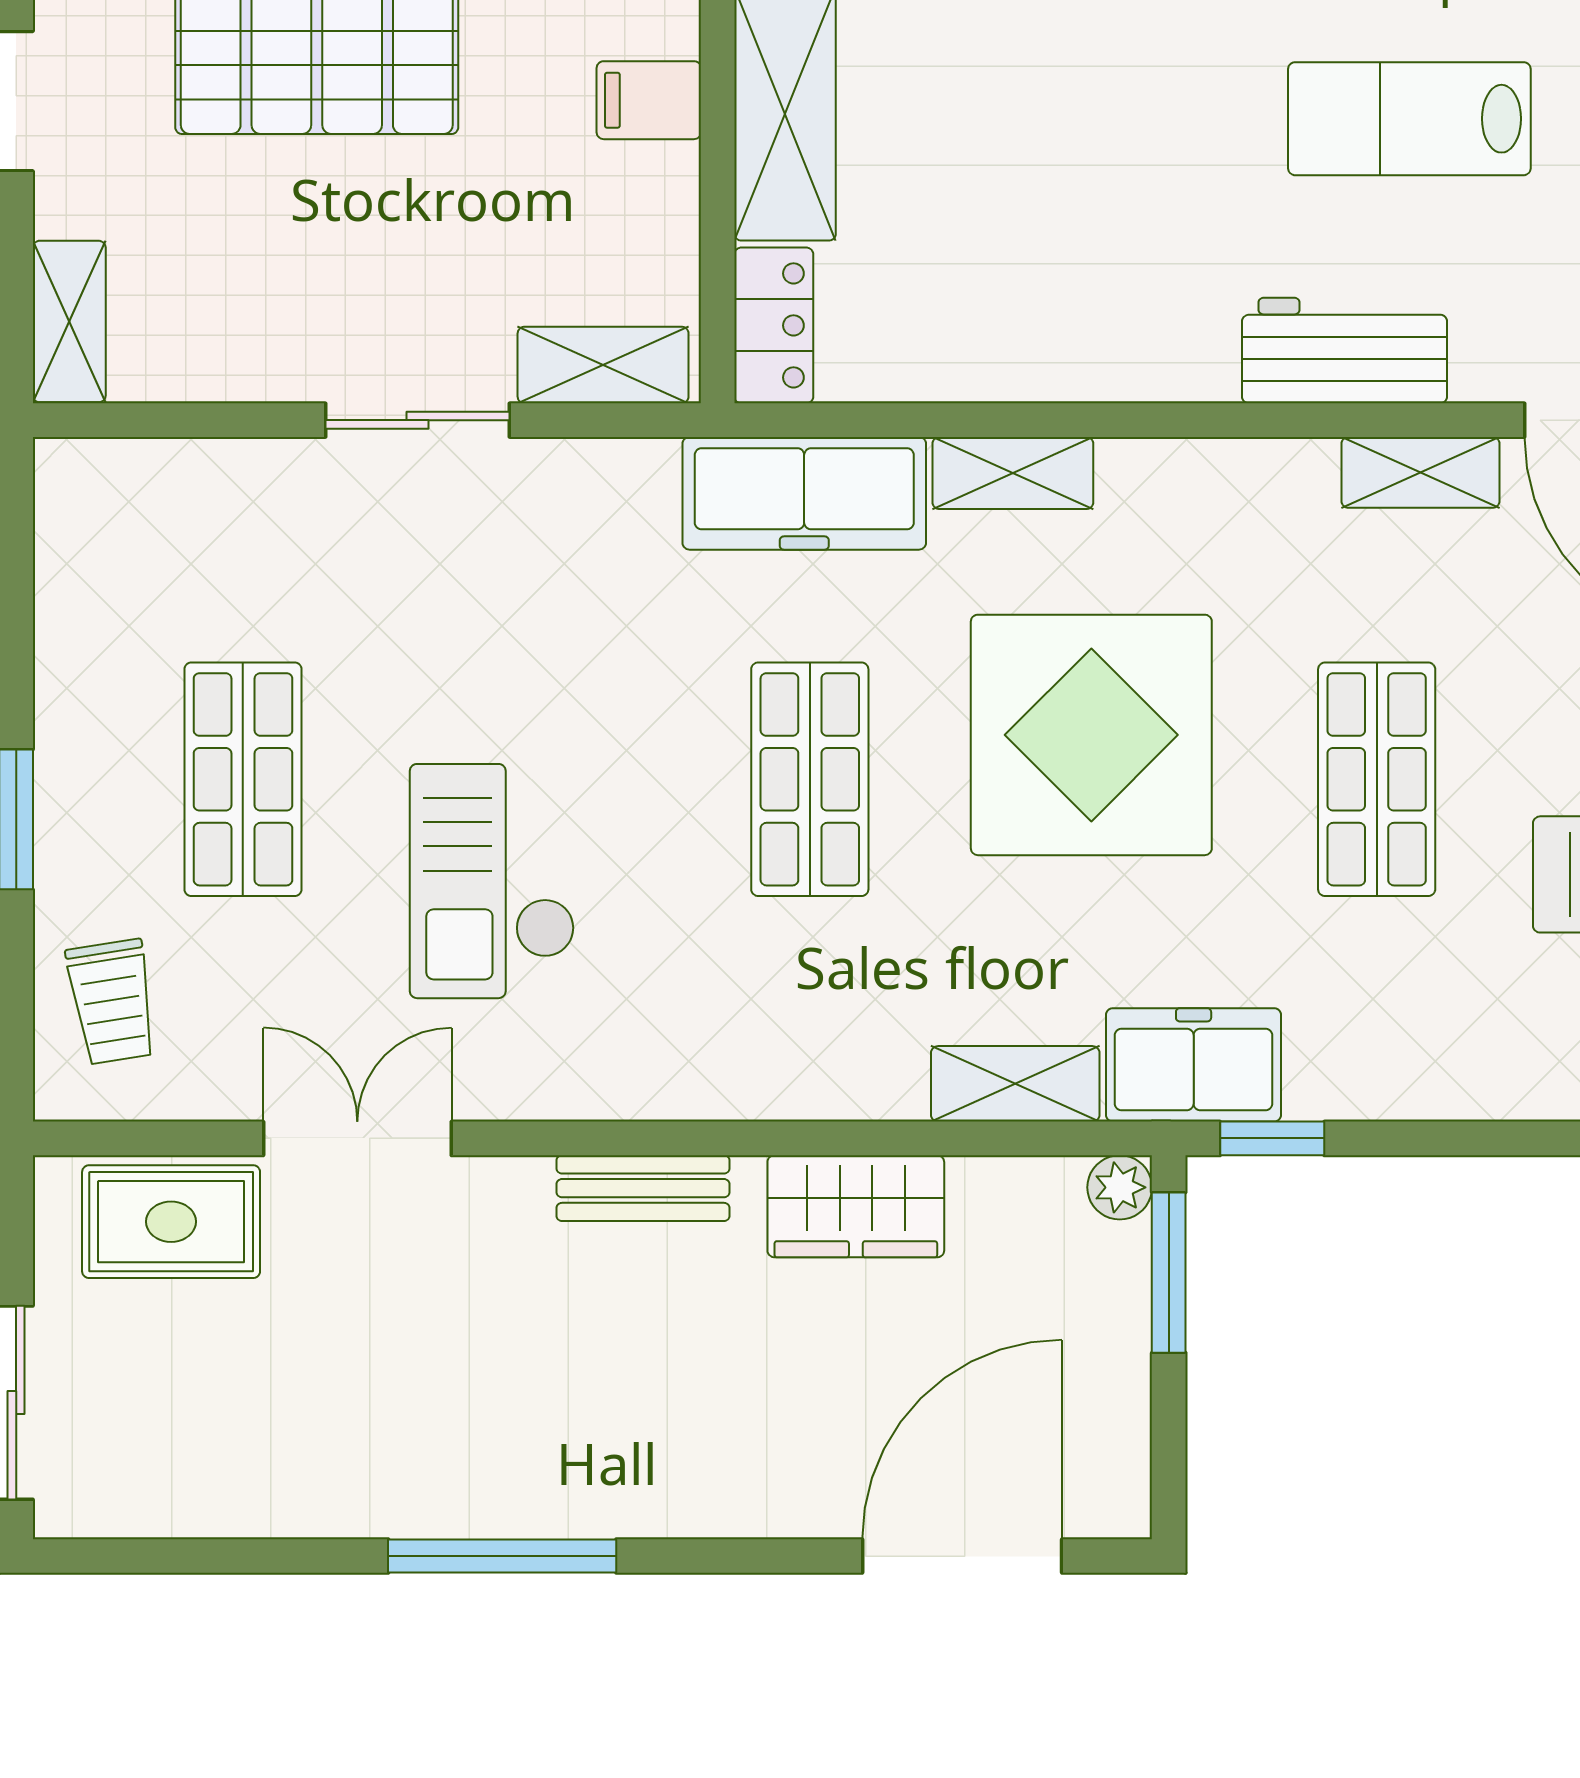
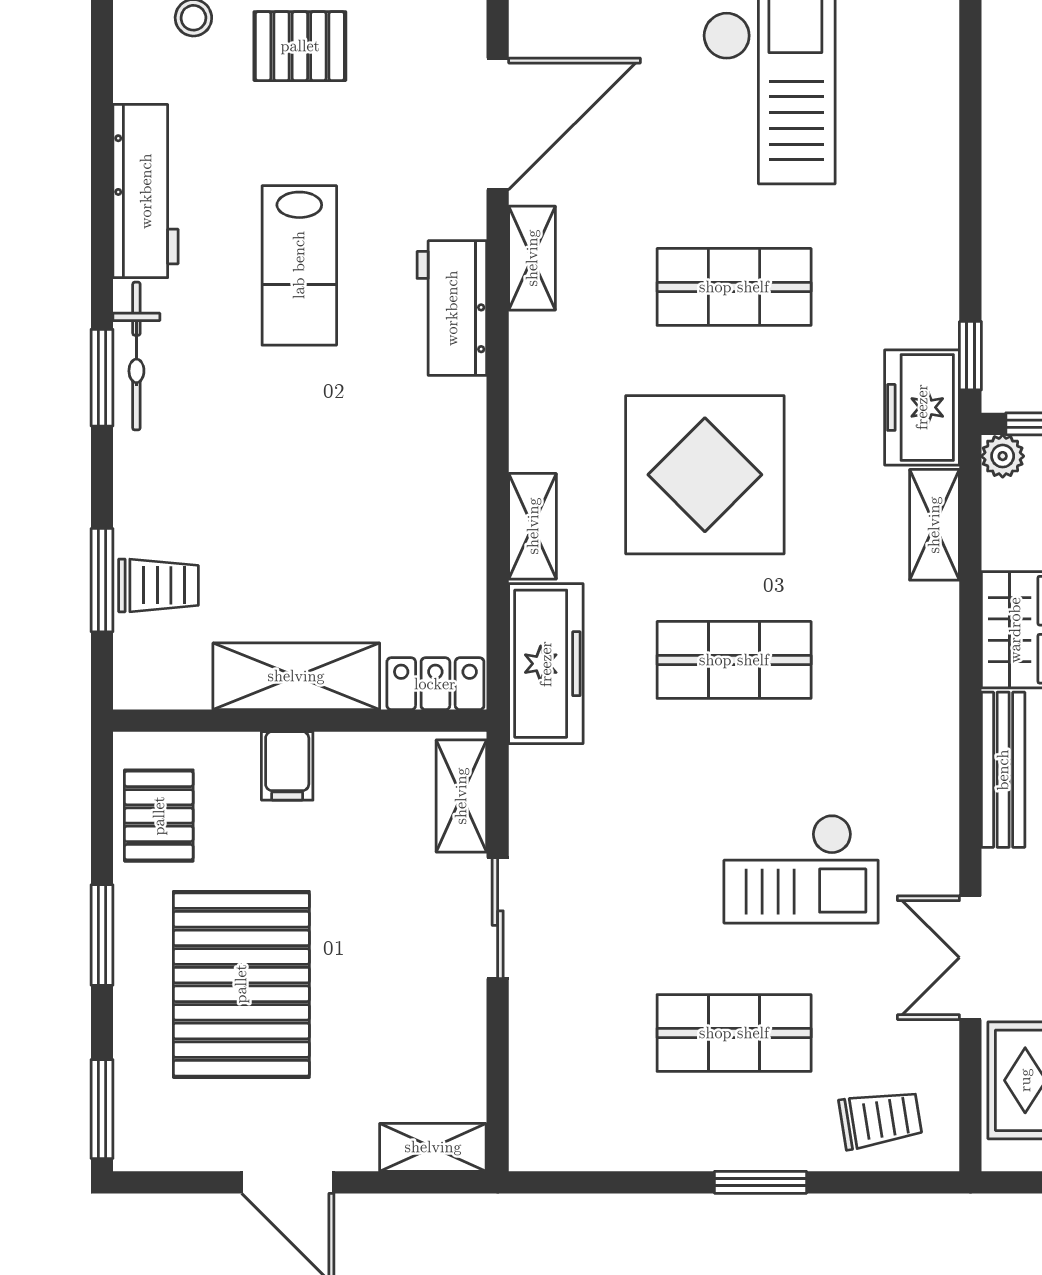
bench: (643, 1188) -> (1003, 770), width x1.36

